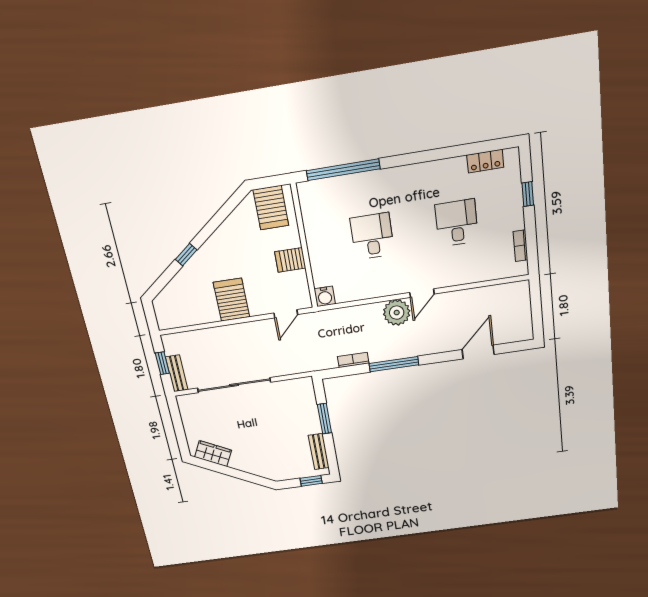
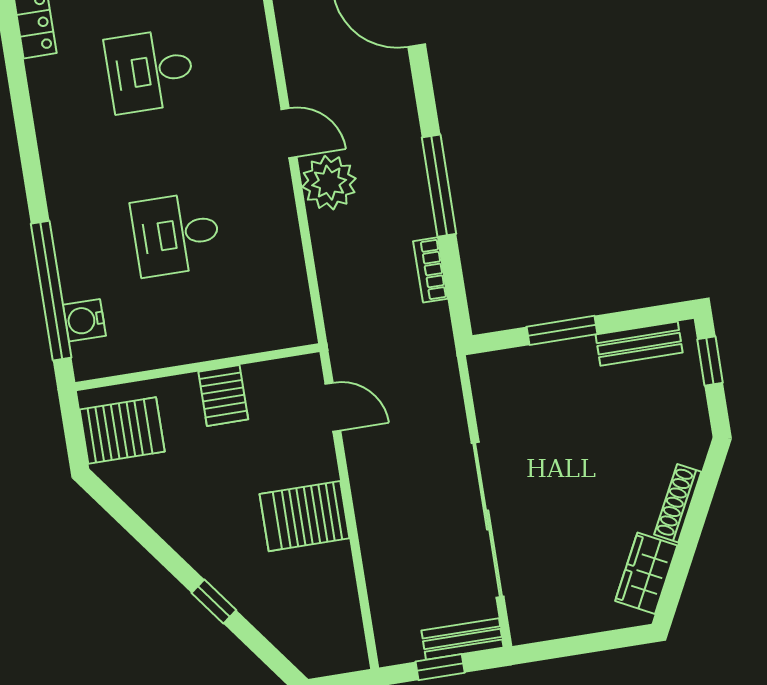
water cooler: (325, 296) -> (84, 320), moved, turned 180
shoe rack: (246, 467) -> (678, 503), added

